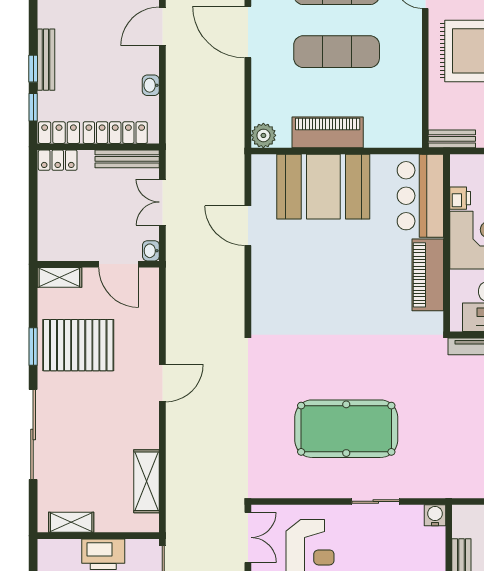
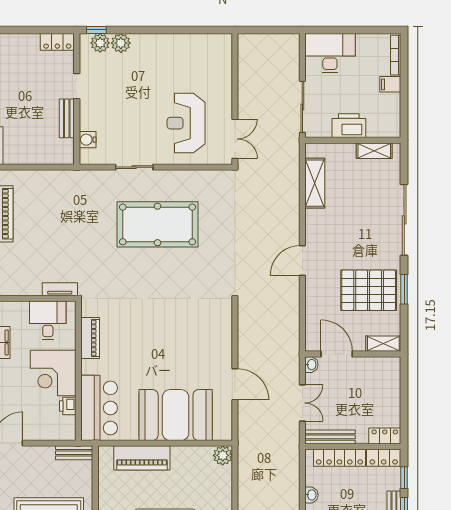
piano: (328, 132) -> (142, 458), moved
piano: (428, 275) -> (90, 338), width x0.73, depth x0.75
water cooler: (435, 515) -> (88, 140), moved, turned 90
double door: (248, 537) -> (235, 139), swing flipped

